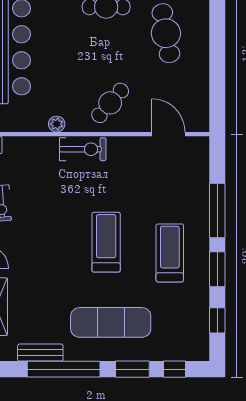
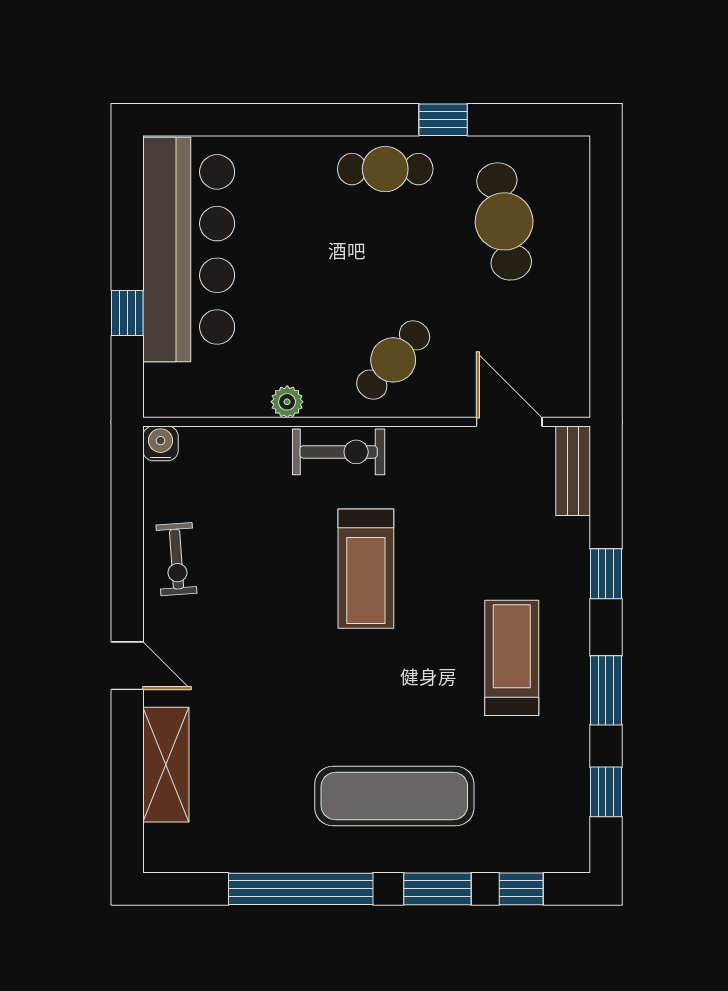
window: (217, 211) -> (606, 574), width x0.46
treadmill: (106, 242) -> (366, 569), moved, turned 180
bench: (40, 353) -> (573, 471), moved, turned 90

